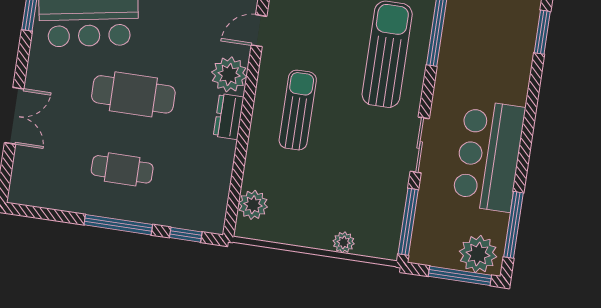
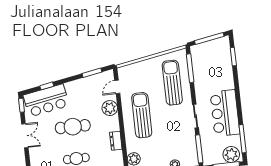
sun lounger: (298, 110) -> (142, 115), width x1.36, depth x1.34
double door: (14, 116) -> (25, 136), moved
dresser: (229, 117) -> (116, 141), moved

